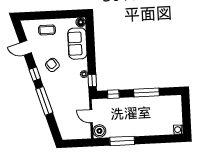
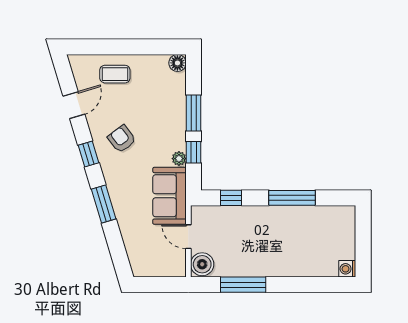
sofa: (77, 44) -> (169, 196), moved
door: (26, 48) -> (74, 105), swing flipped
window: (91, 49) -> (194, 113), added
window: (92, 81) -> (194, 152), moved
window: (44, 101) -> (104, 204), width x0.69

